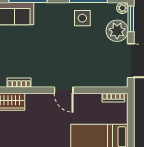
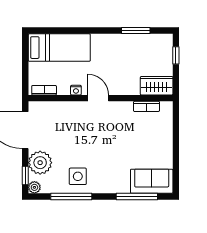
window: (131, 19) -> (25, 176), width x0.67
nightstand: (84, 98) -> (76, 90), added

